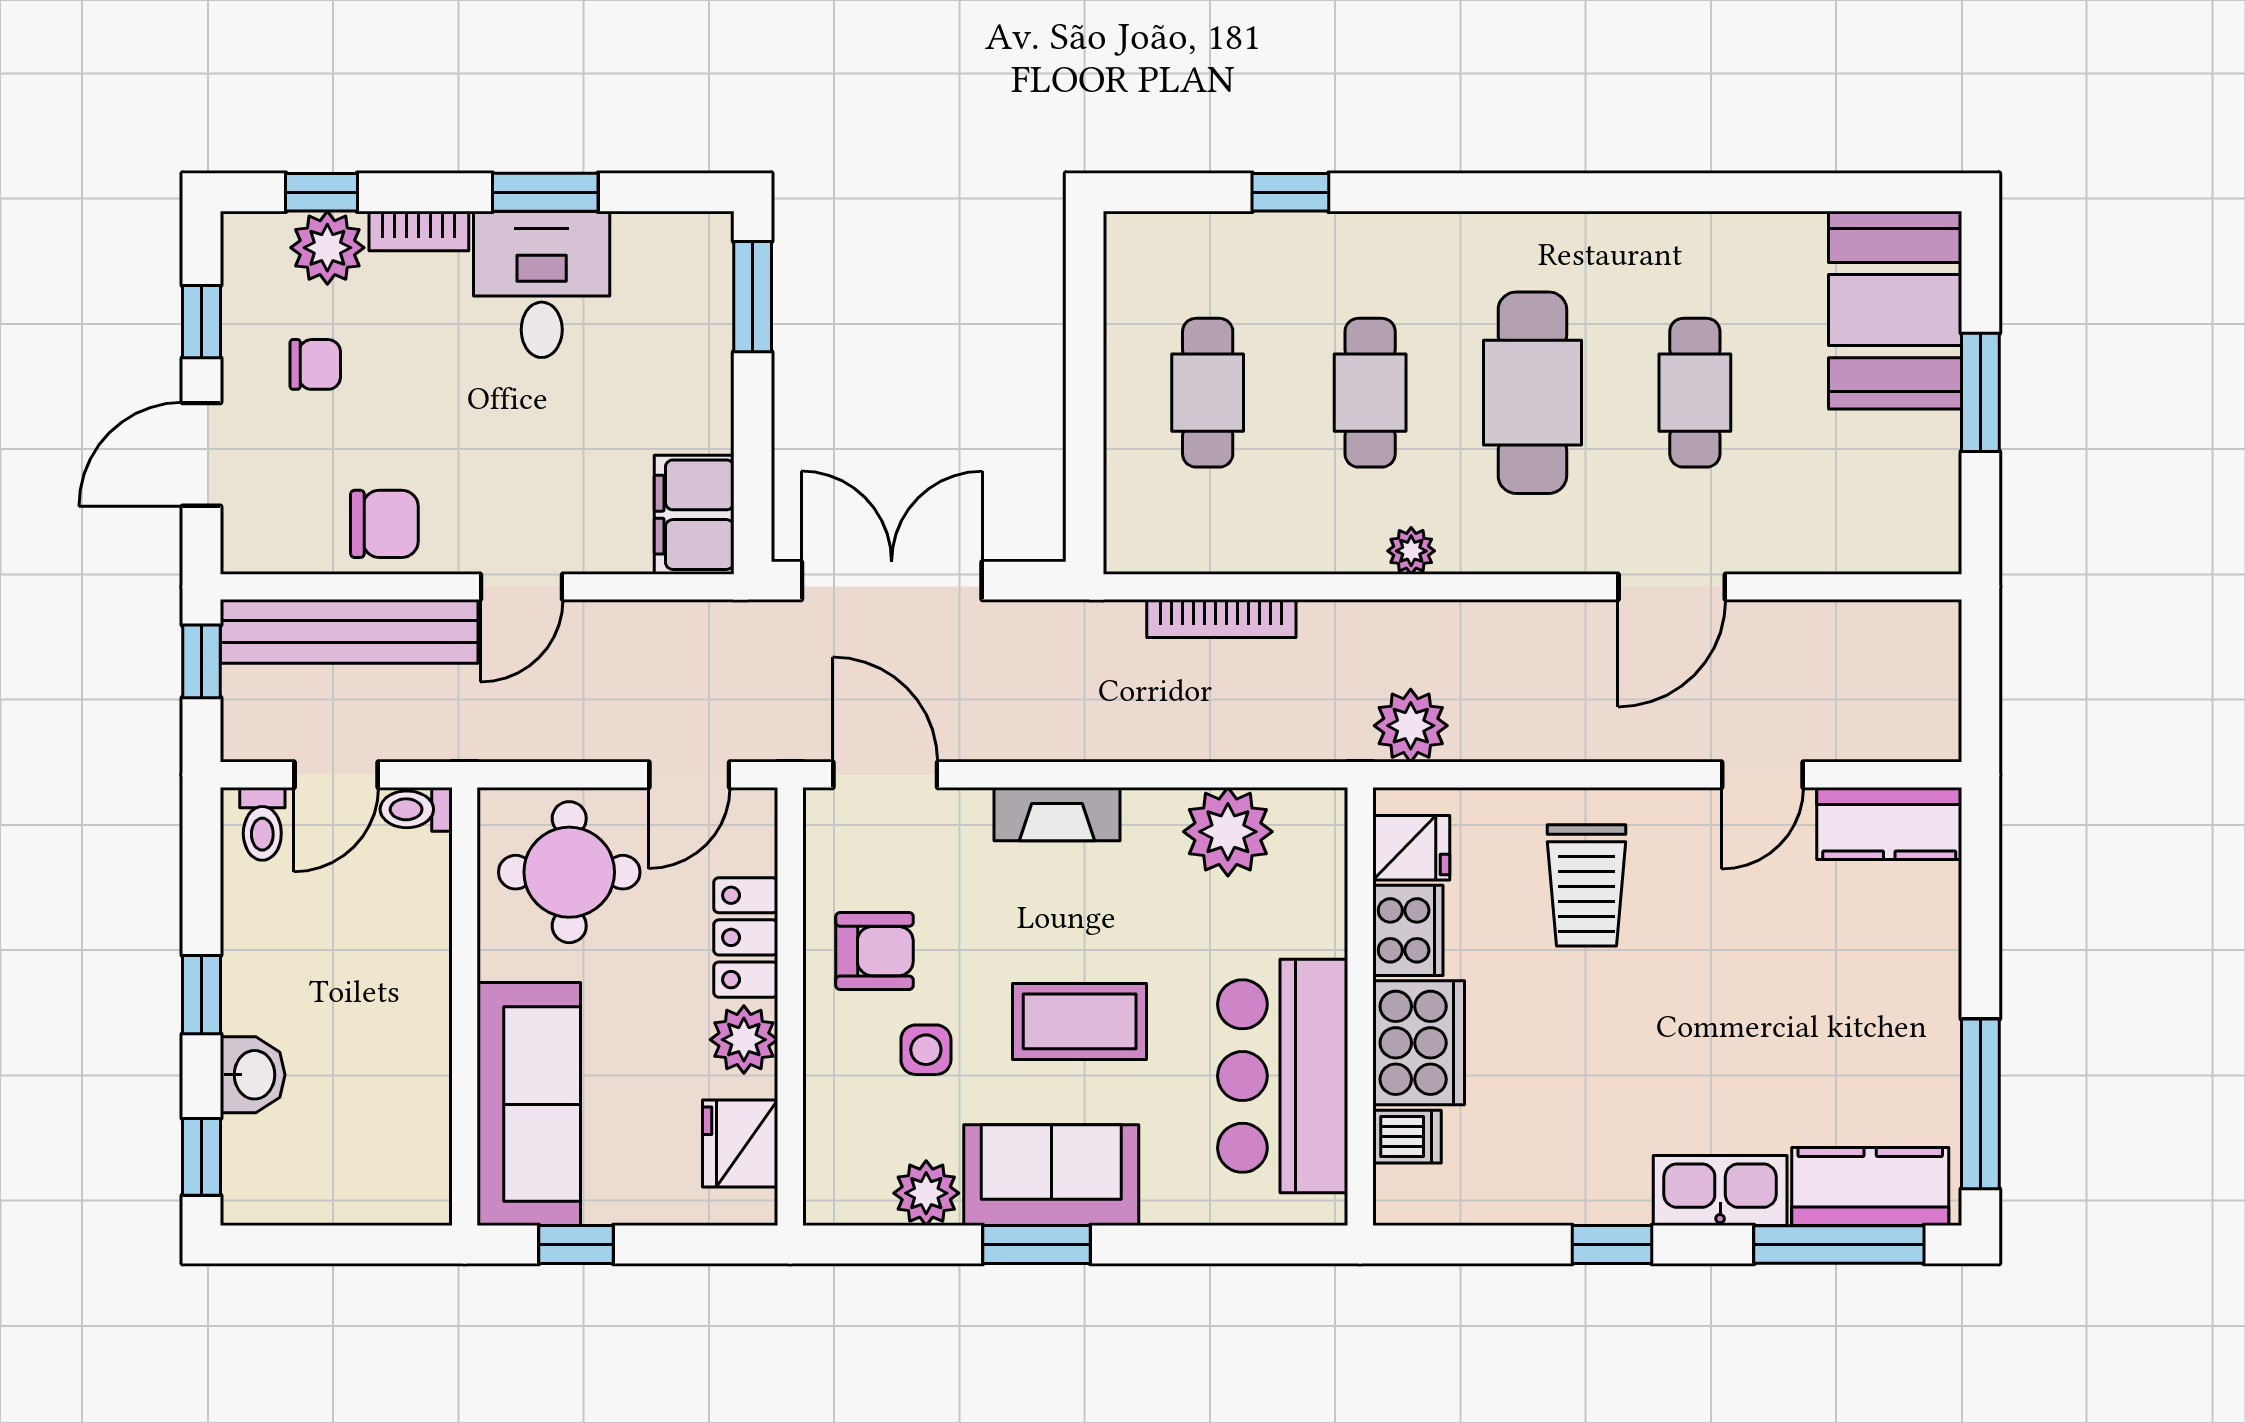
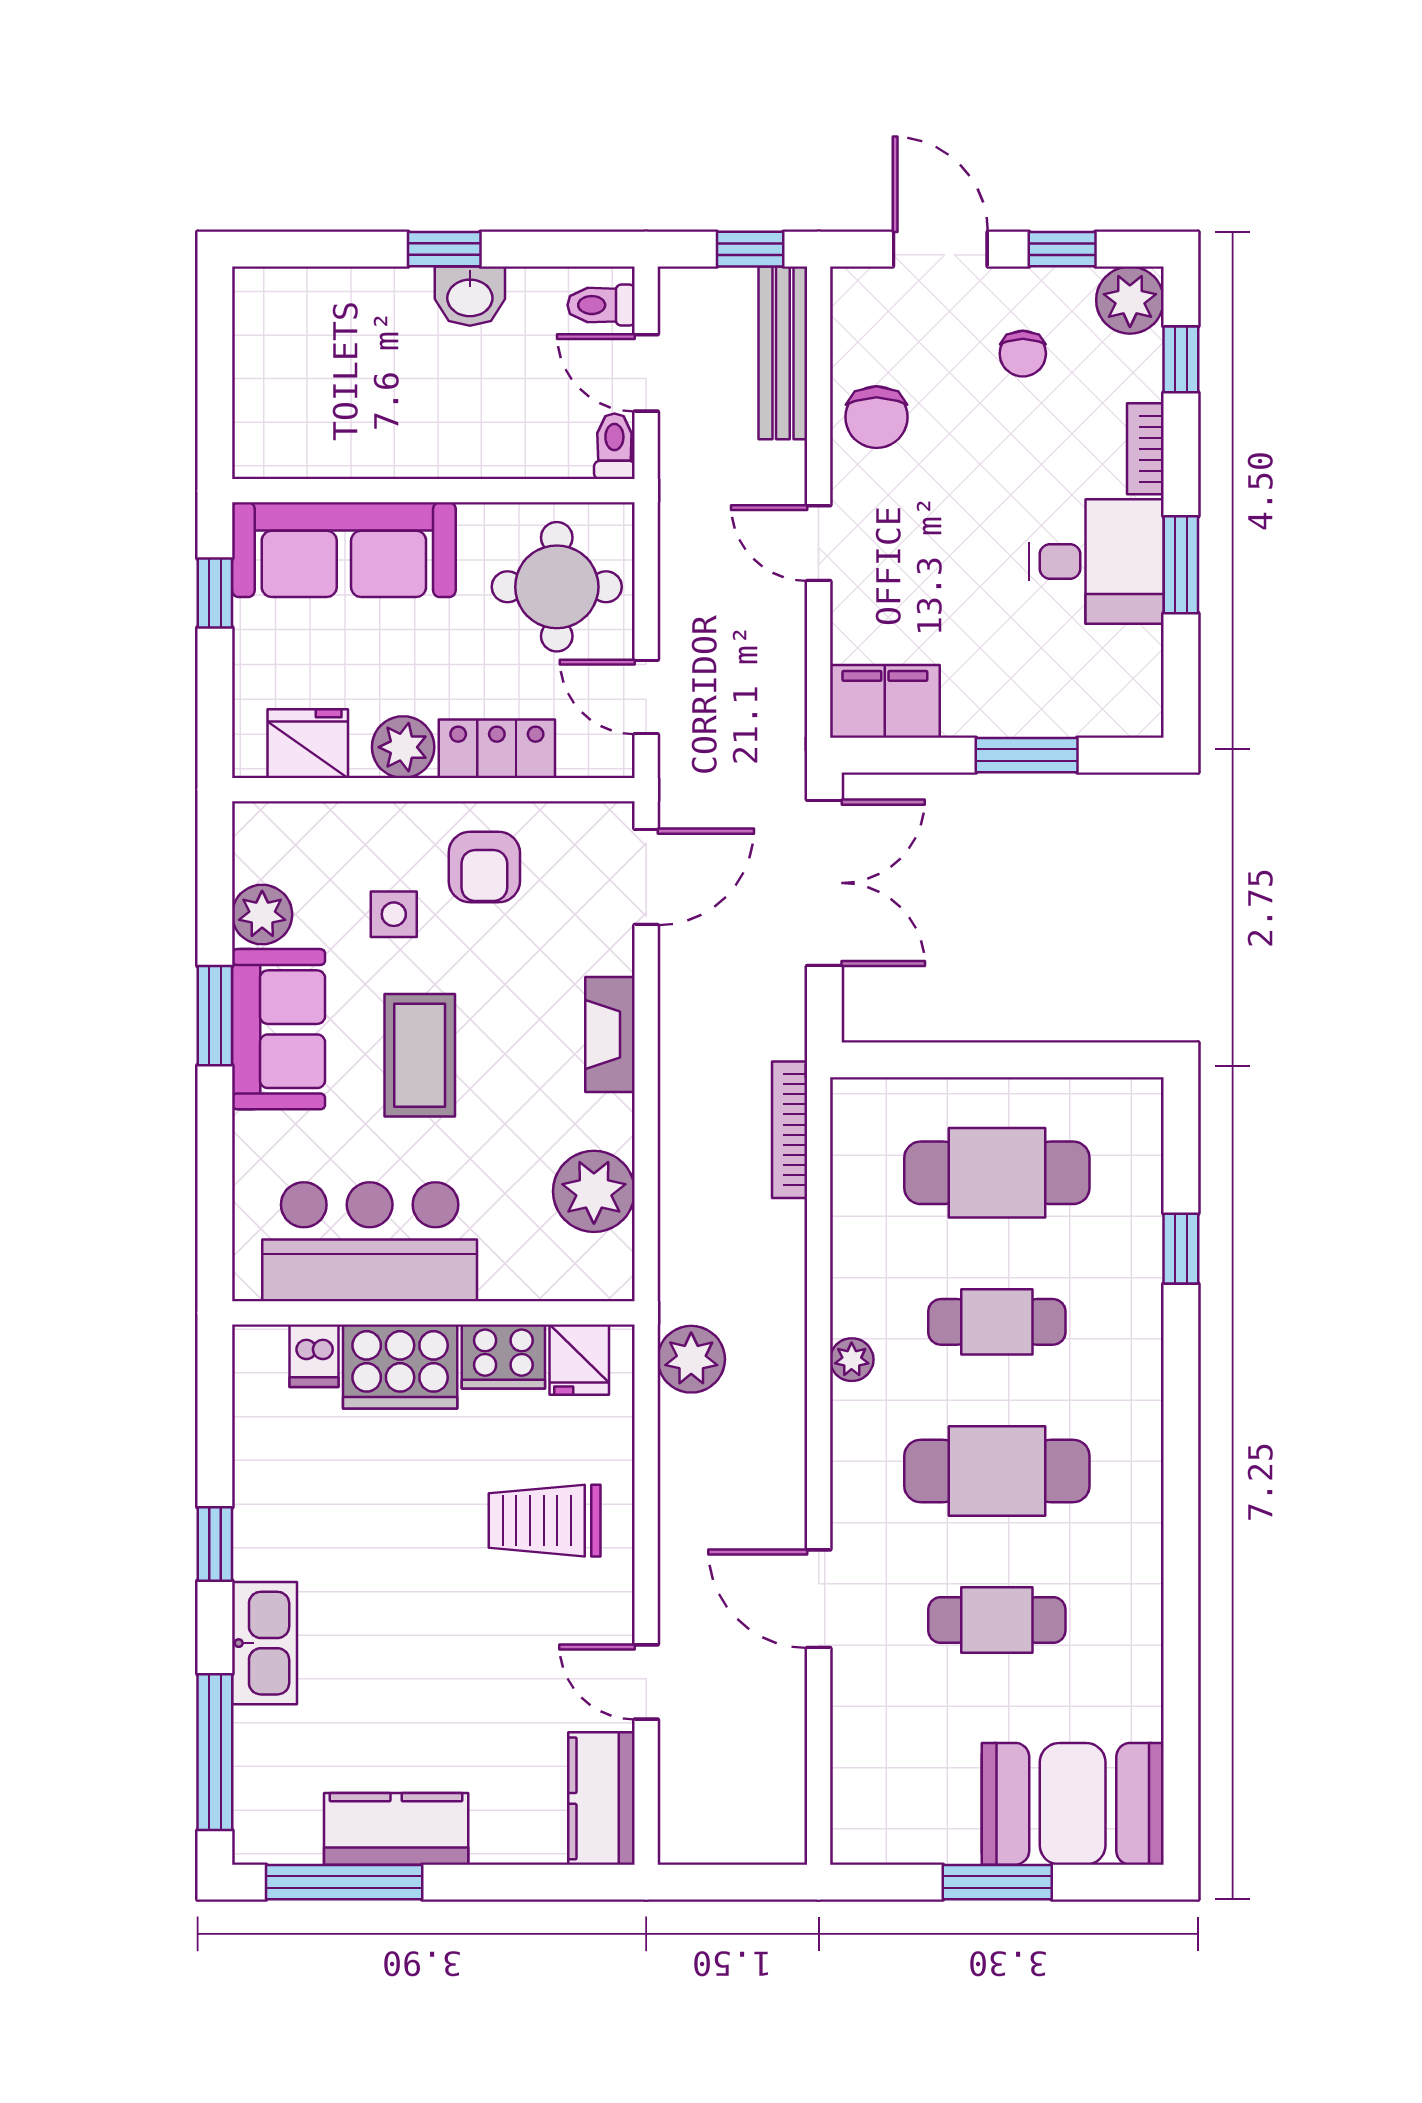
plant: (327, 248) -> (1130, 300), moved
window: (753, 297) -> (1027, 755), moved
cafe table: (1208, 393) -> (997, 1173), width x1.37, depth x1.35
bookcase: (1221, 618) -> (790, 1130), moved
bench: (349, 631) -> (783, 353), width x0.73, depth x0.82
washbasin: (253, 1075) -> (470, 296), moved
window: (201, 1157) -> (296, 249), removed
kitchen counter: (1870, 1187) -> (396, 1829), moved, turned -90

